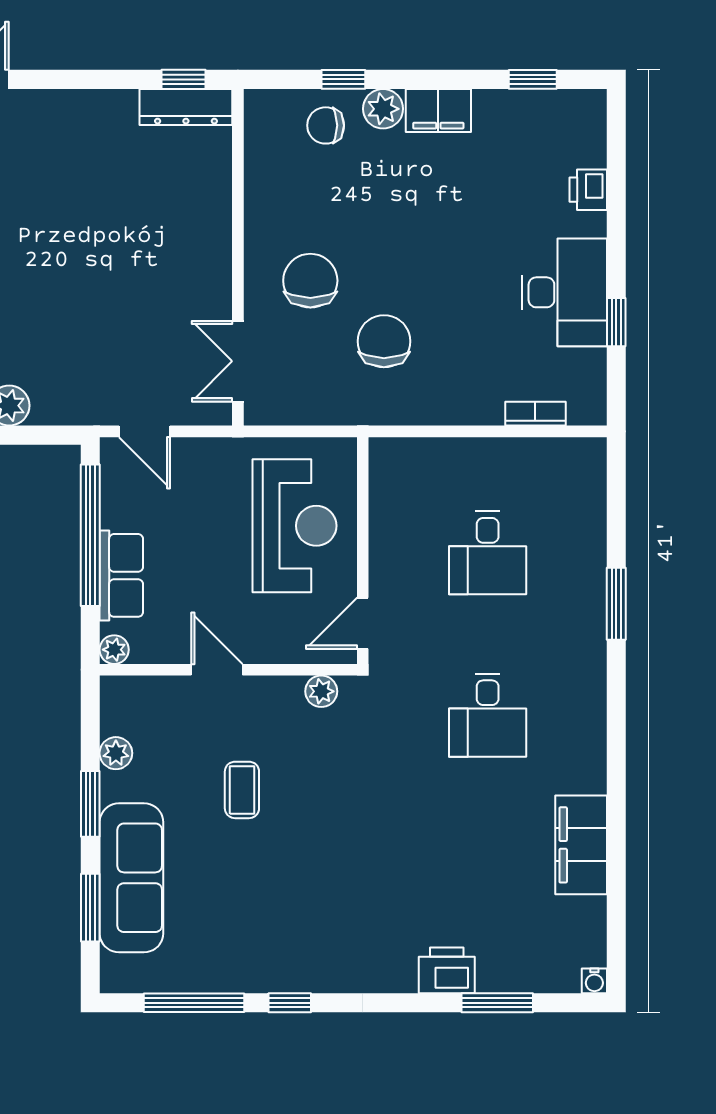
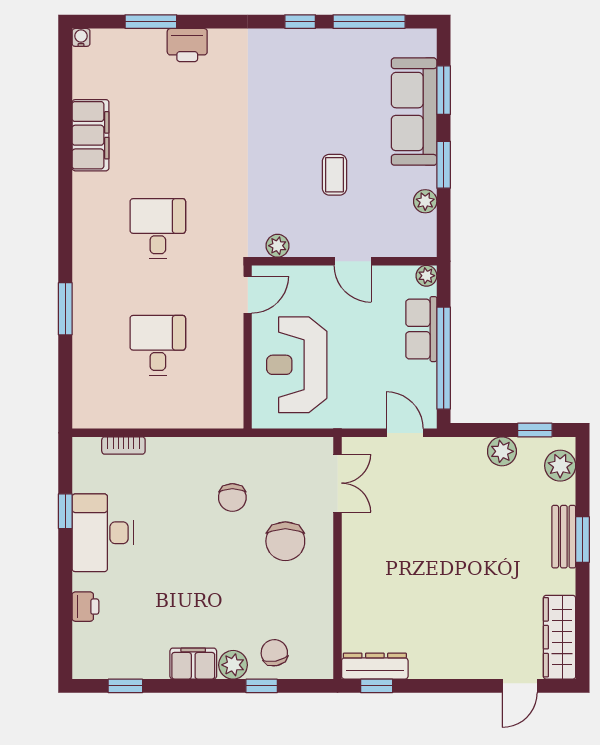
chair: (326, 125) -> (274, 653), turned -101
chair: (384, 341) -> (232, 498), width x0.73, depth x0.73

